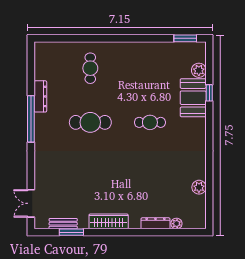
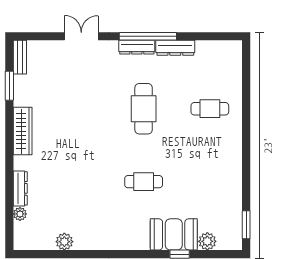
cafe table: (150, 122) -> (144, 182), turned 90
dresser: (40, 128) -> (137, 47), added
double door: (31, 203) -> (81, 36), moved
bench: (63, 224) -> (20, 57), moved

